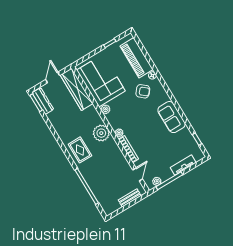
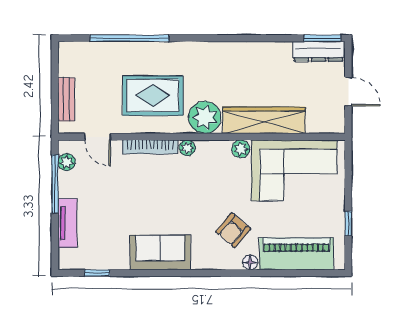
wardrobe: (77, 89) -> (264, 120), moved
rug: (80, 150) -> (153, 96), moved, width x1.36, depth x1.43

